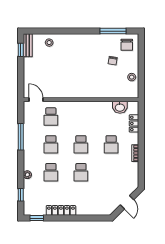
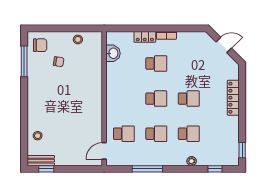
locker: (134, 123) -> (145, 37), moved
locker: (61, 210) -> (233, 98), moved

